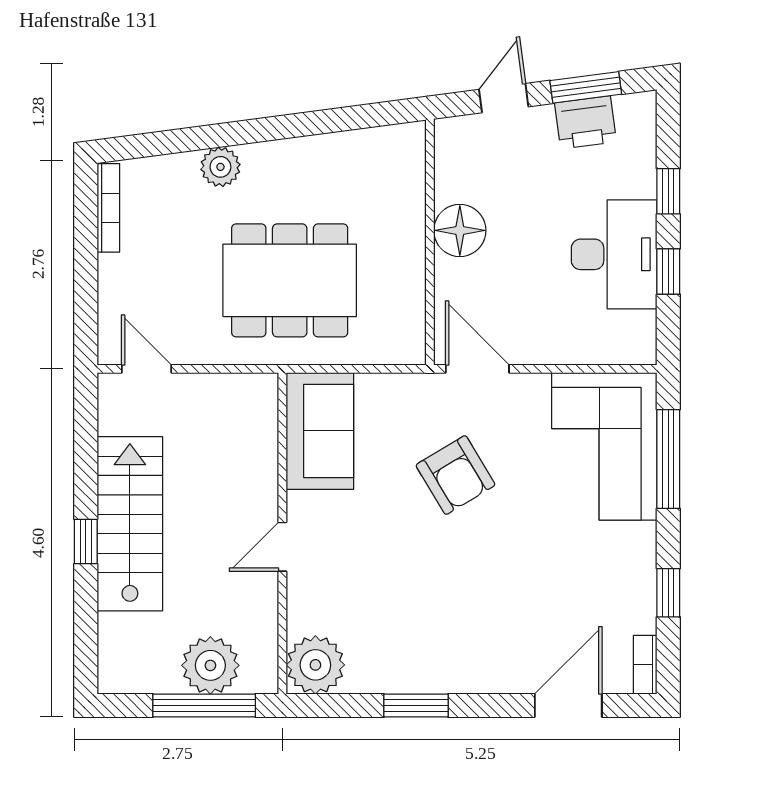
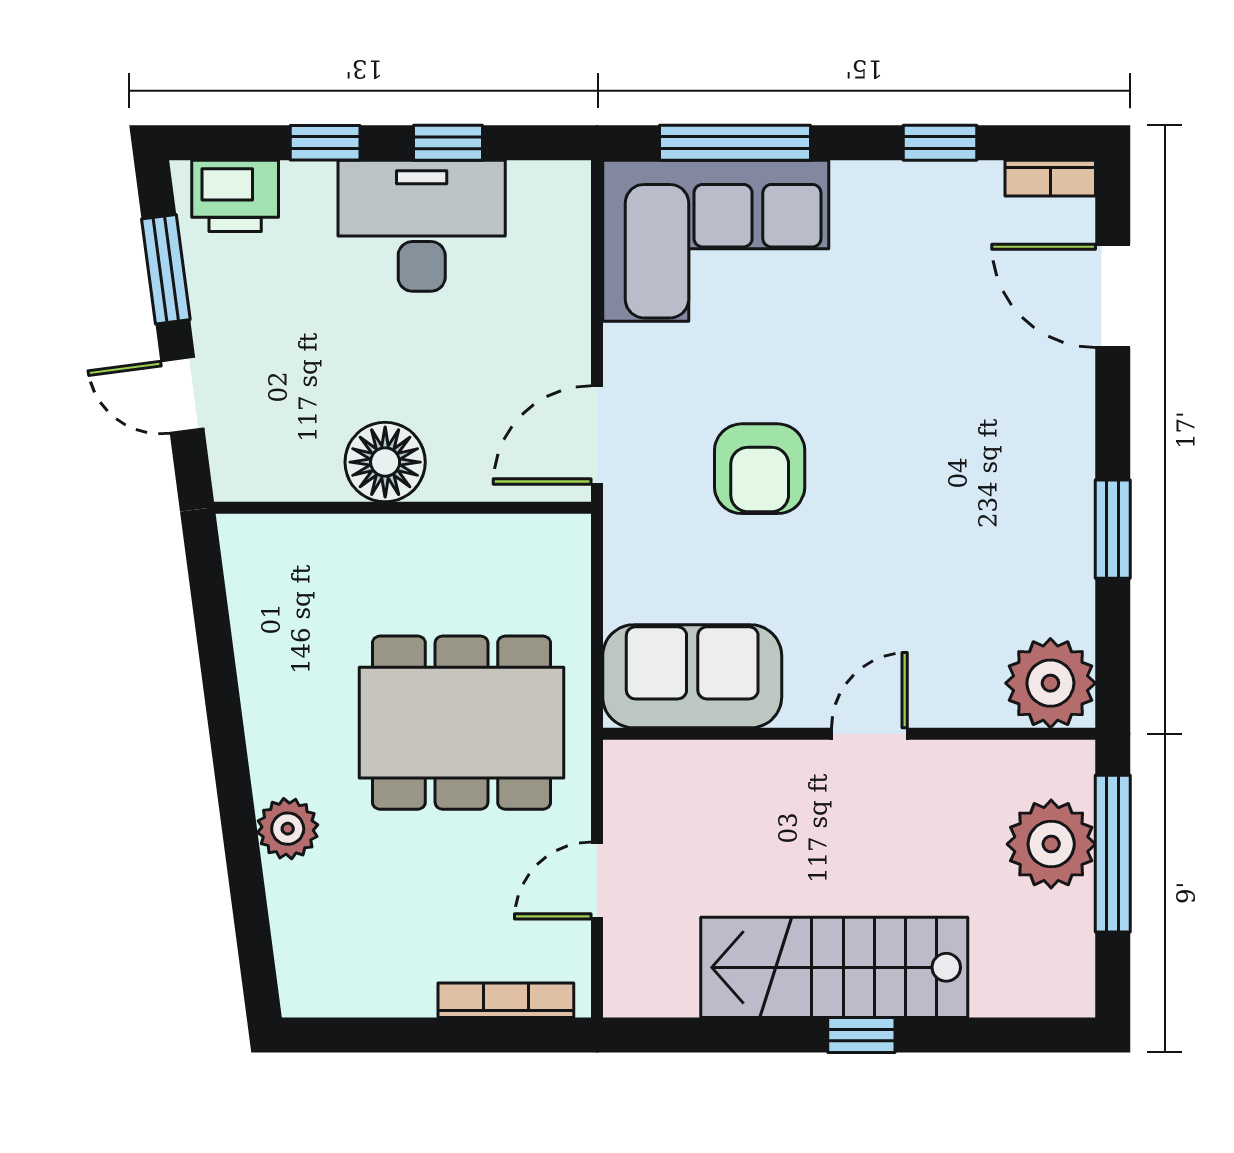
printer: (586, 122) -> (235, 196), moved, turned 97
bookcase: (108, 208) -> (506, 1000), moved
dining table: (290, 280) -> (462, 723), turned 90
door: (147, 369) -> (597, 881), moved
armchair: (455, 475) -> (760, 469), turned 121
door: (282, 547) -> (869, 734), swing flipped

